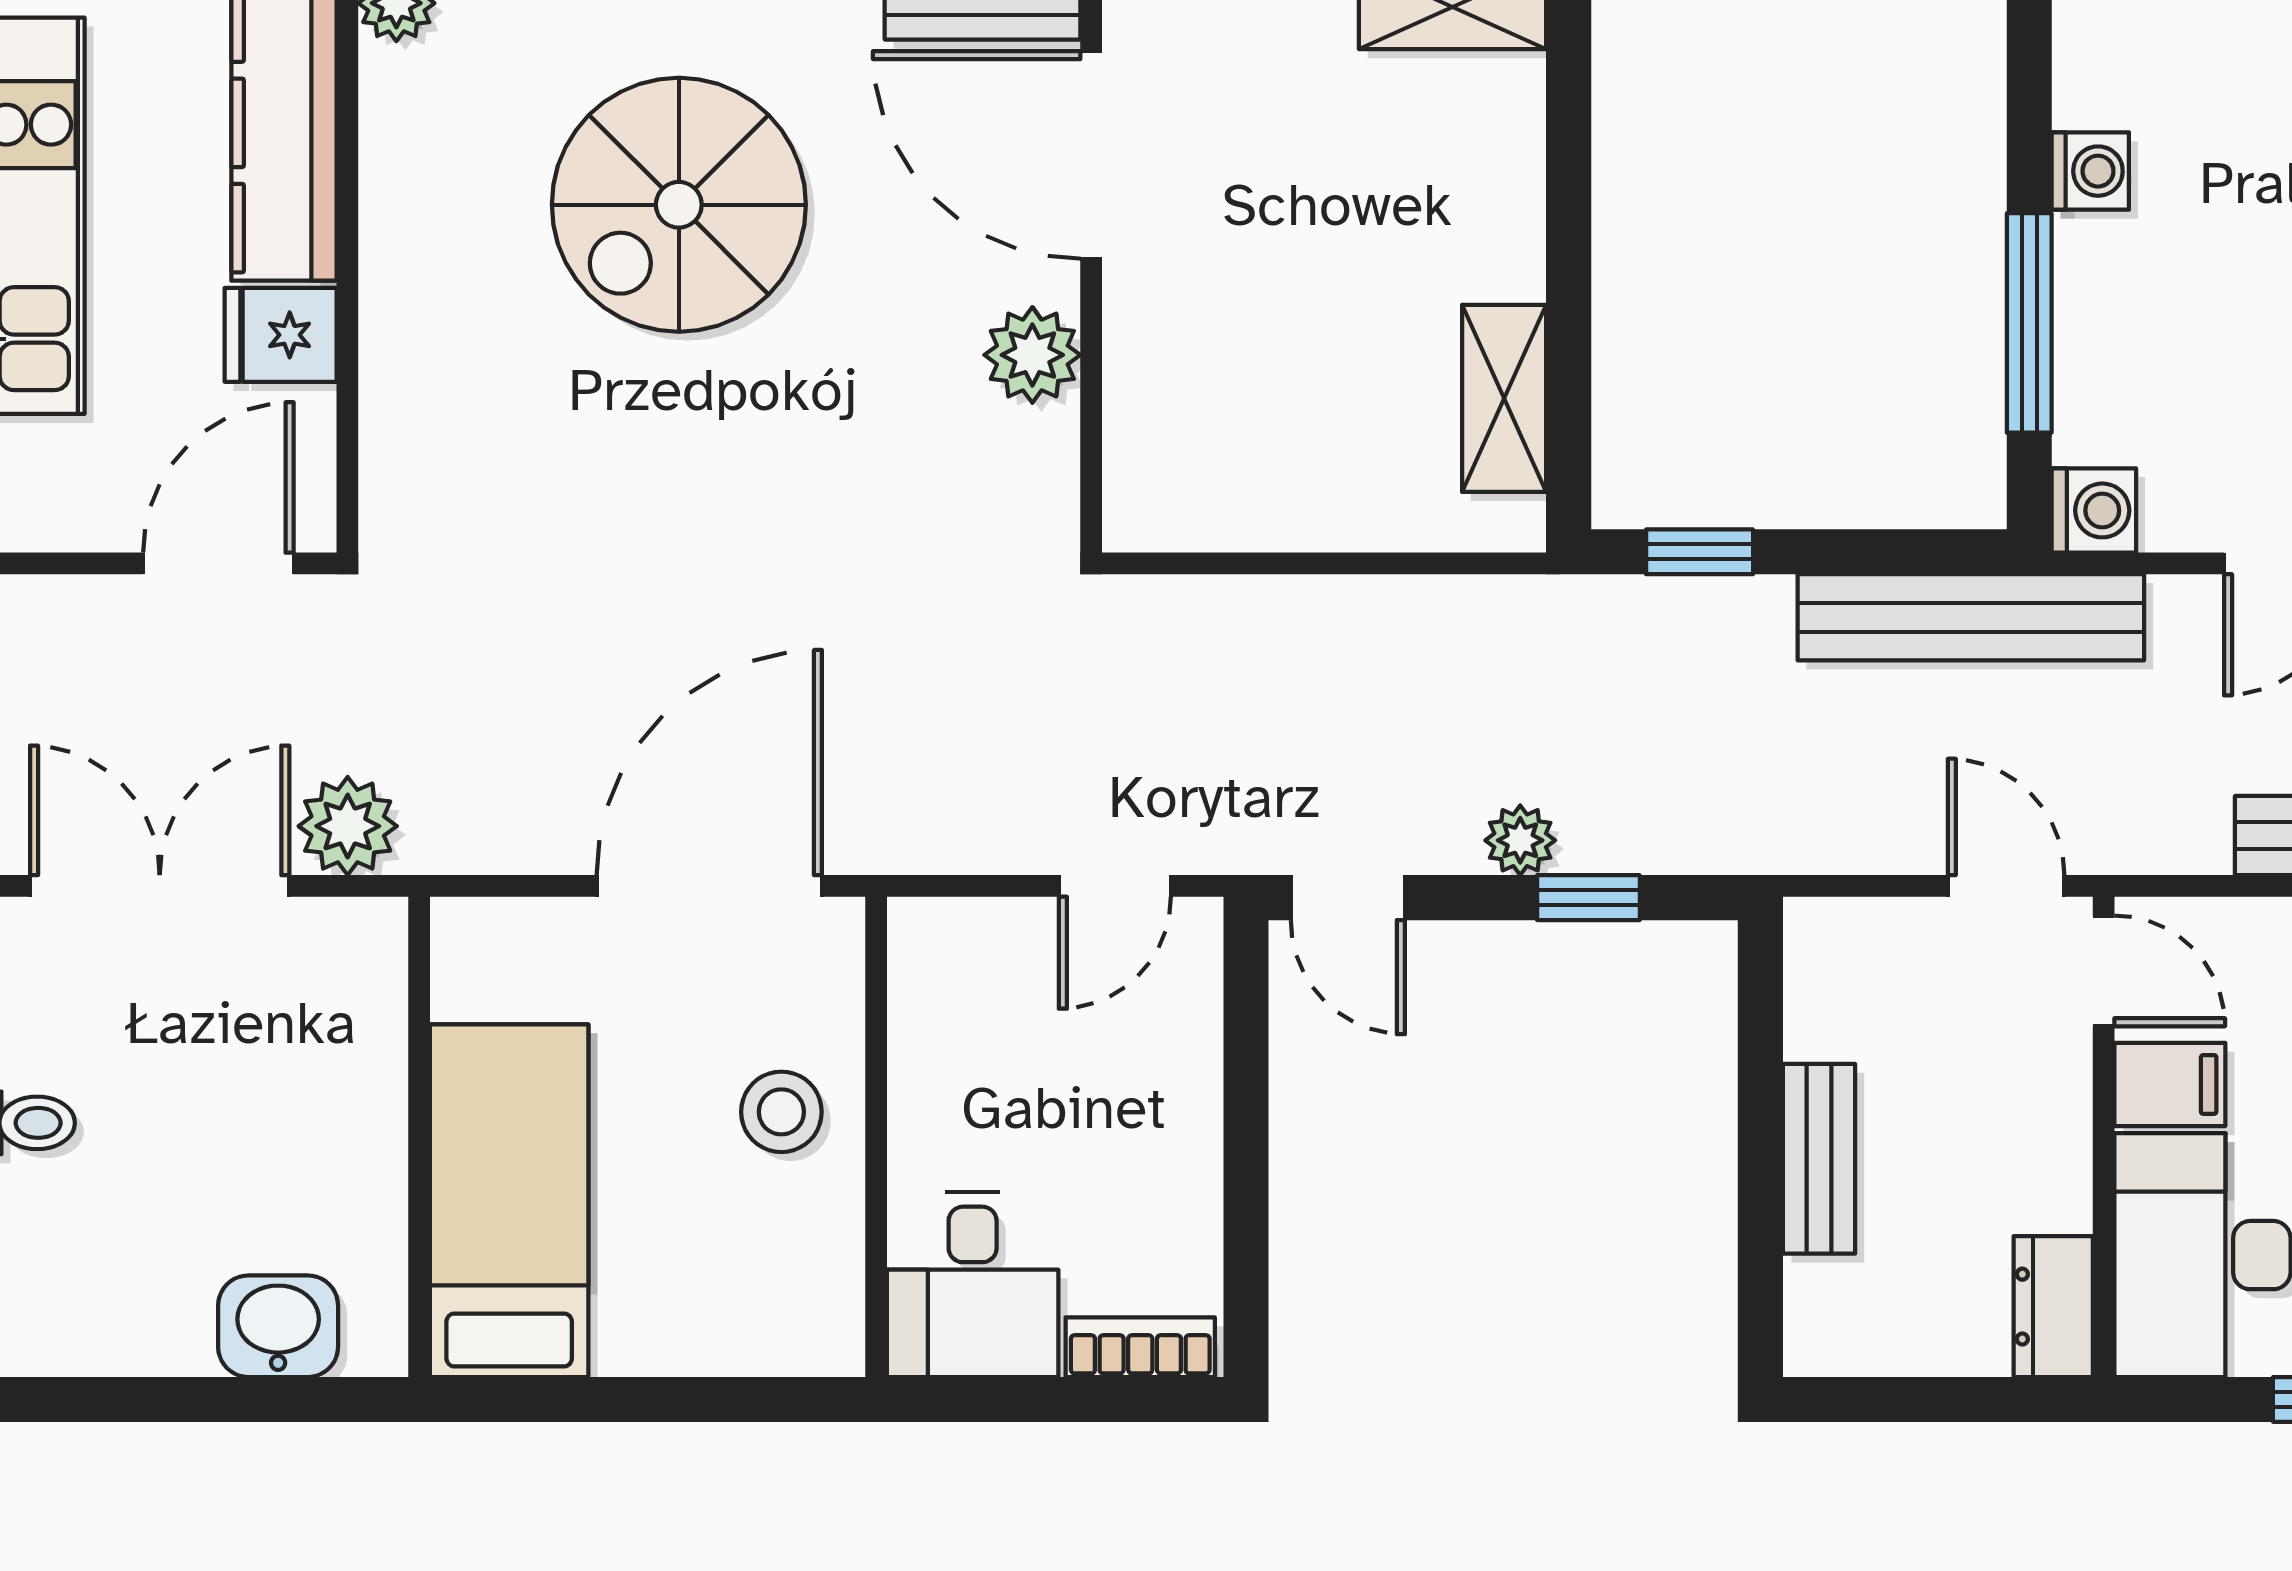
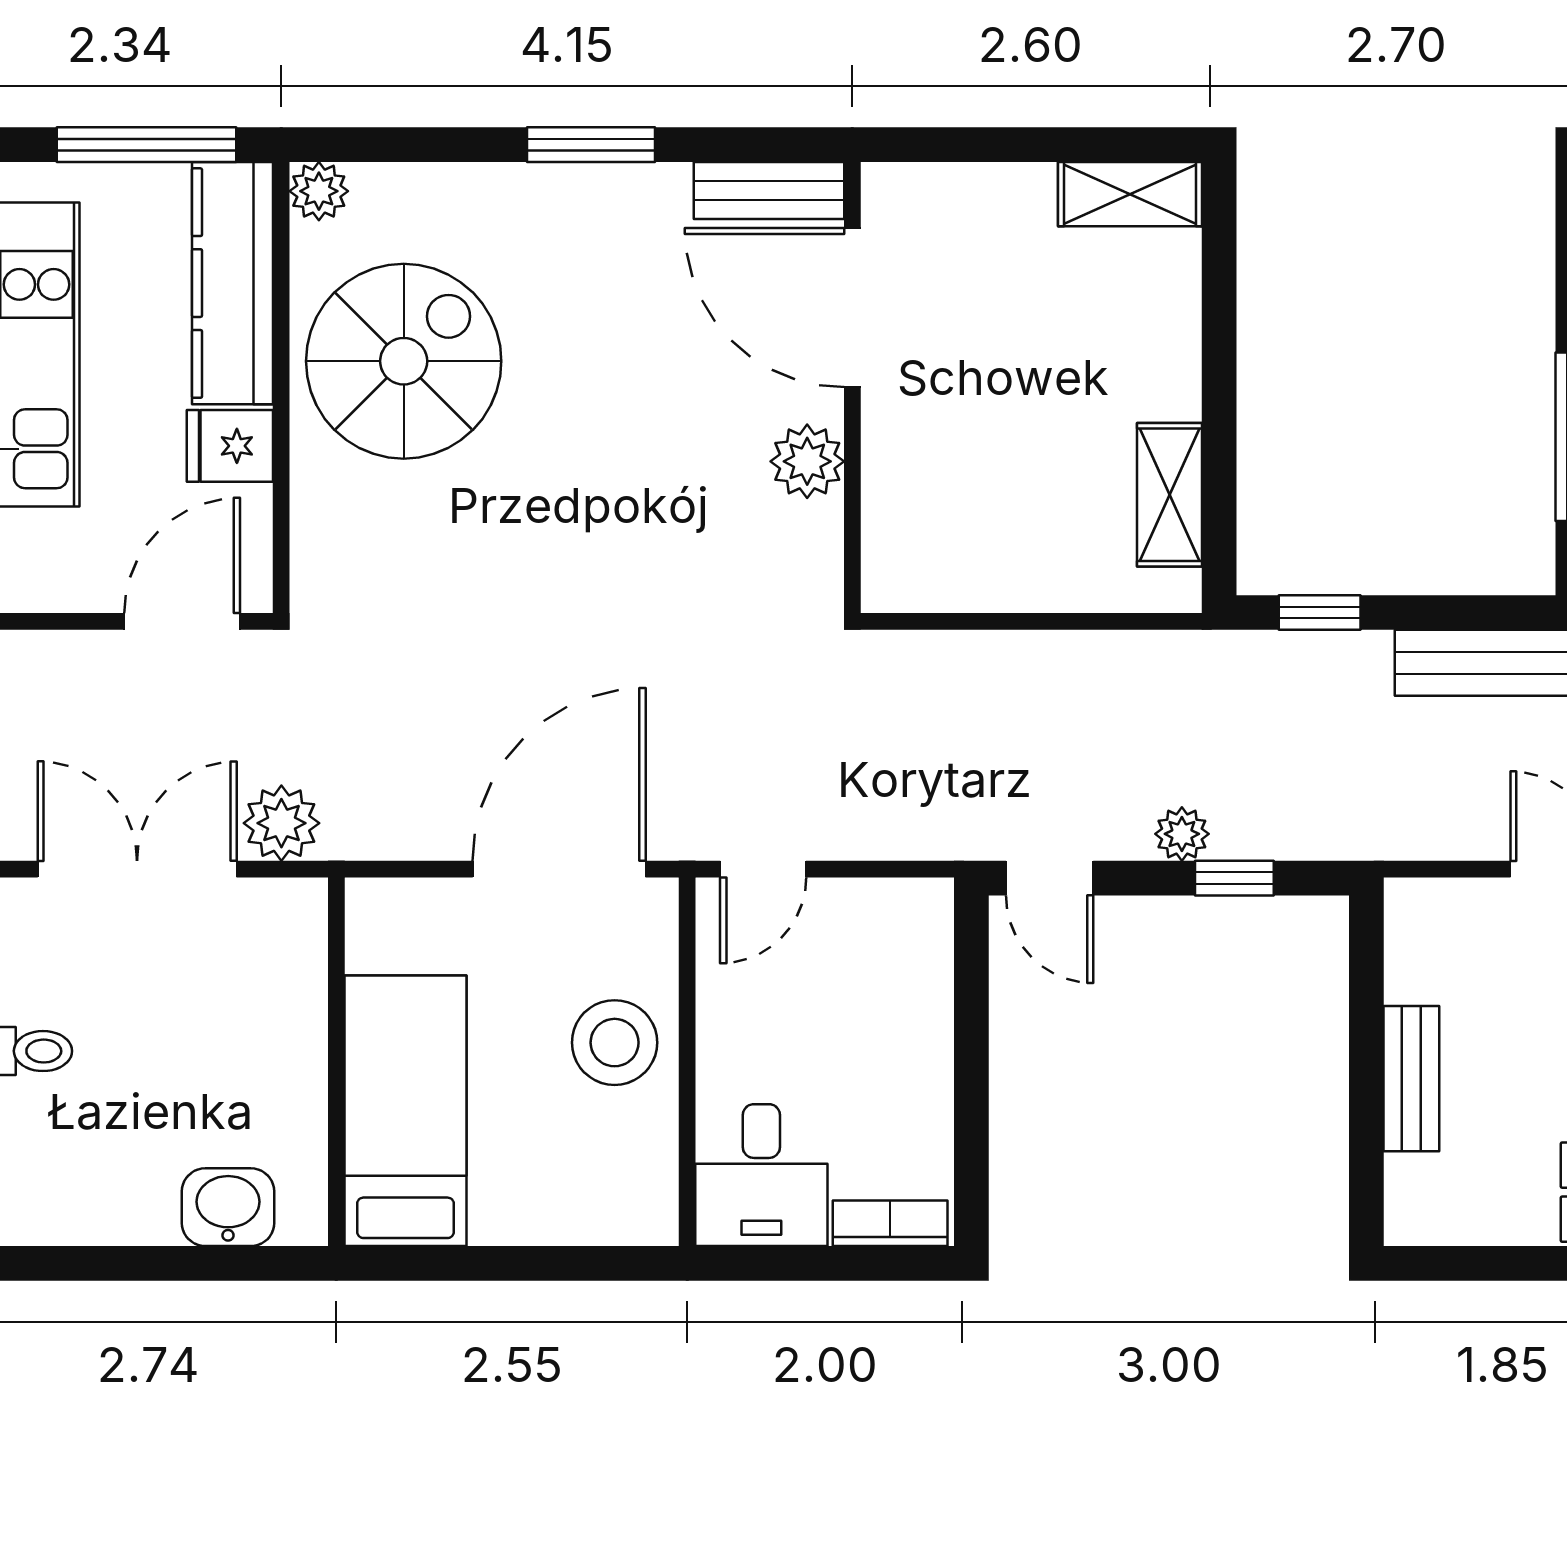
spiral stairs: (679, 205) -> (404, 361), moved, turned 180
door: (1115, 886) -> (763, 869), moved
stool: (781, 1112) -> (615, 1043), width x1.38, depth x1.38

